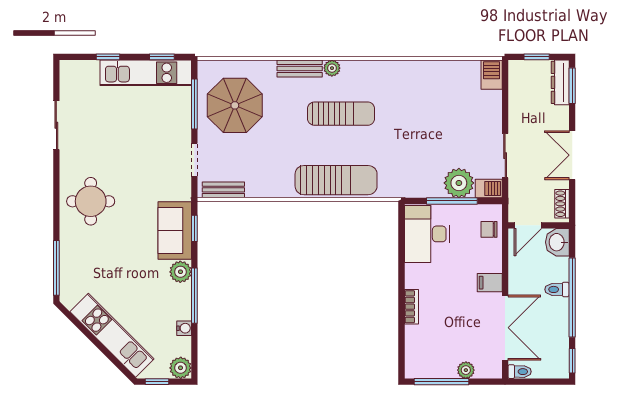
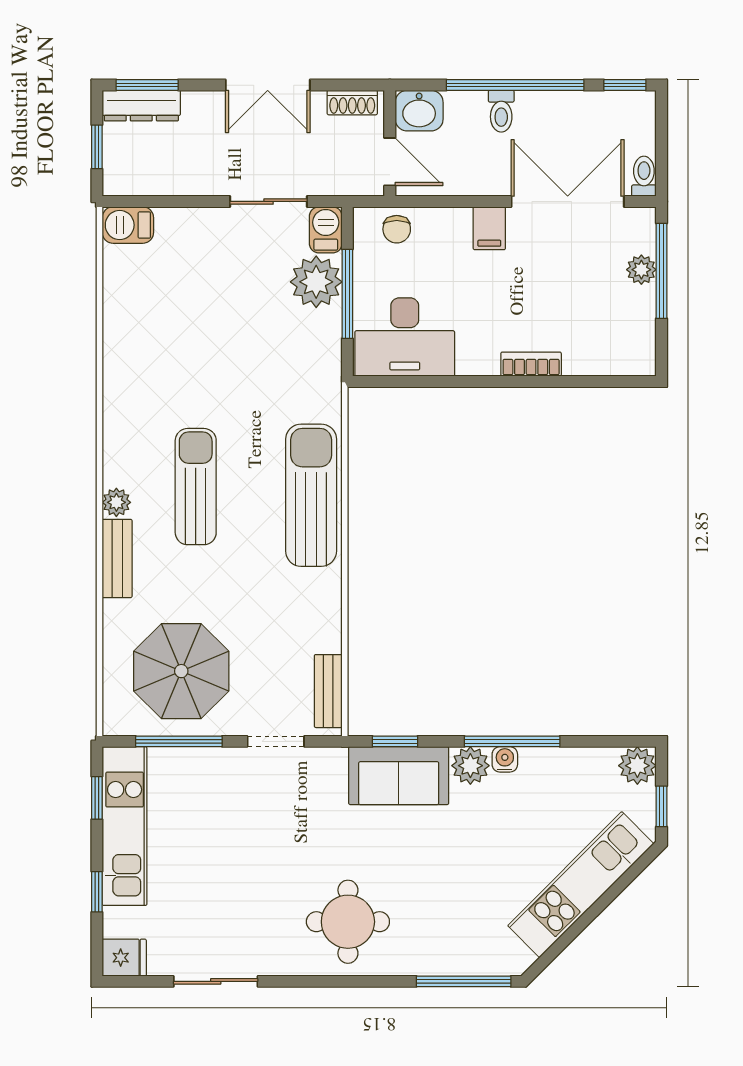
fridge: (70, 73) -> (124, 958), added
water cooler: (184, 328) -> (505, 759), moved
window: (442, 382) -> (662, 271), moved

